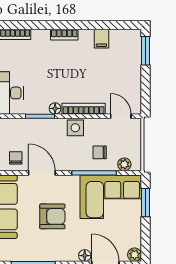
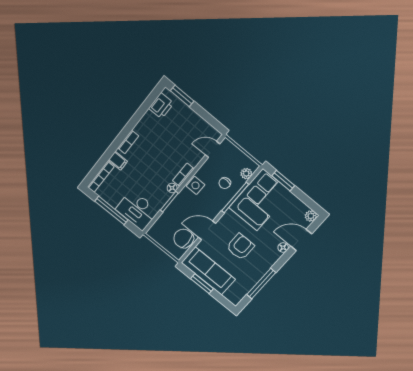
filing cabinet: (101, 39) -> (118, 161), moved
printer: (122, 39) -> (161, 106), added
bookcase: (84, 109) -> (183, 175), width x0.64
chair: (16, 158) -> (184, 239), width x1.87, depth x1.87

